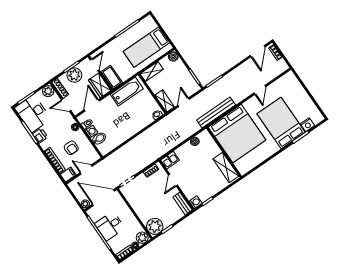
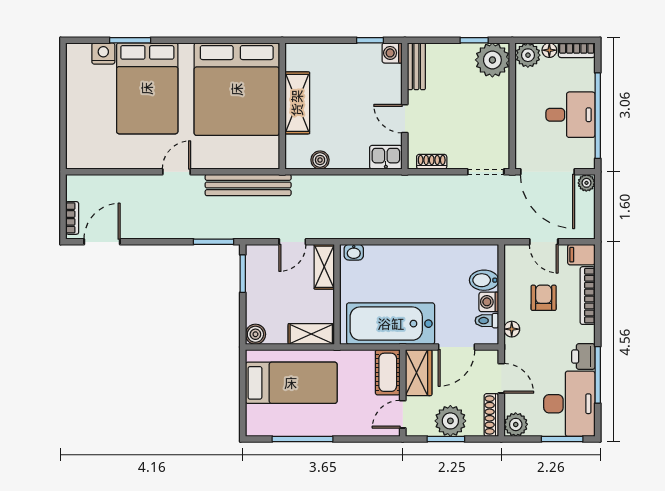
door: (260, 90) -> (176, 172), moved
bathtub: (127, 91) -> (391, 324), width x1.36, depth x1.36
bed: (237, 134) -> (237, 89), moved, turned 180
shelving: (226, 168) -> (297, 103), moved
door: (173, 180) -> (405, 119), swing flipped

